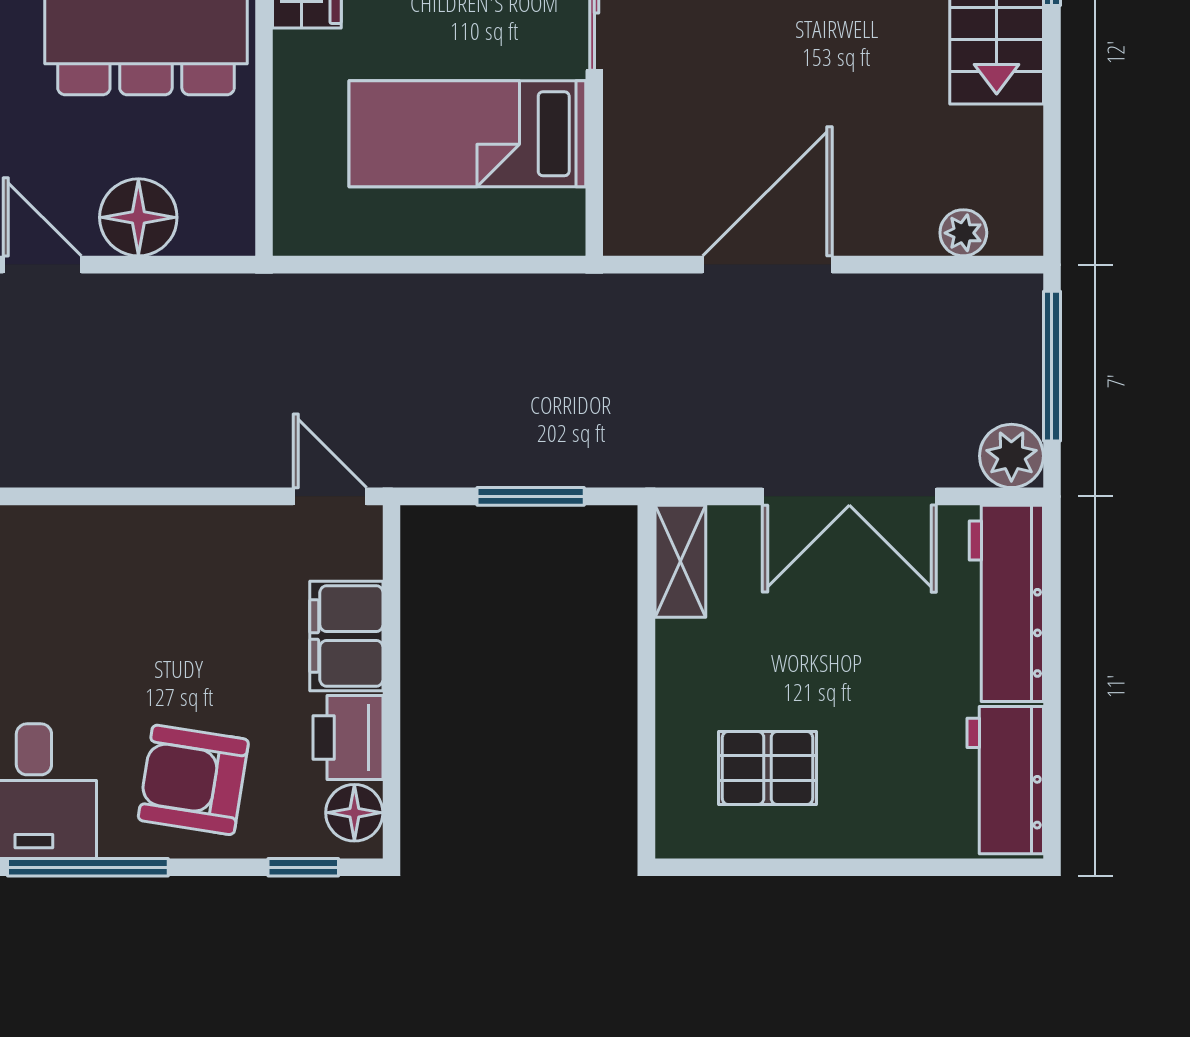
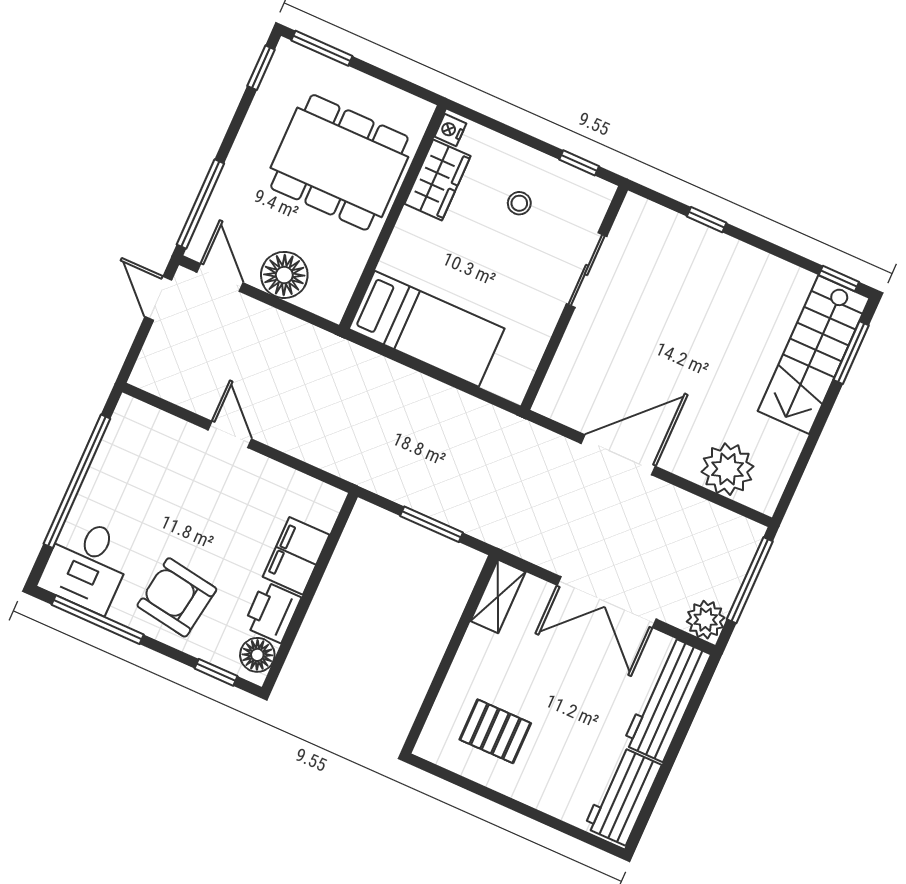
bed: (467, 134) -> (427, 329), moved, turned 180
plant: (963, 233) -> (728, 469), width x1.88, depth x1.88
door: (330, 496) -> (230, 434), moved

